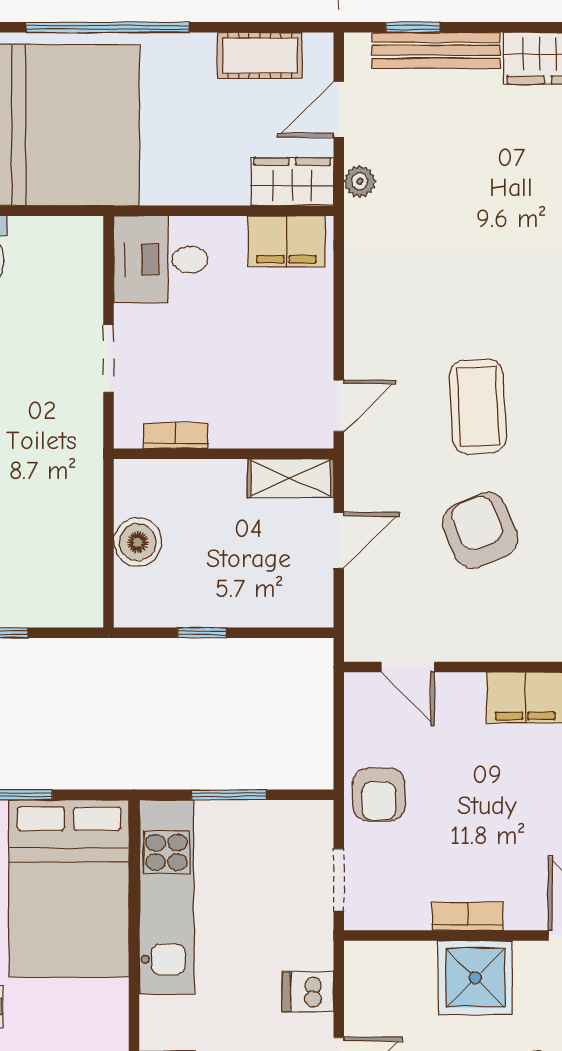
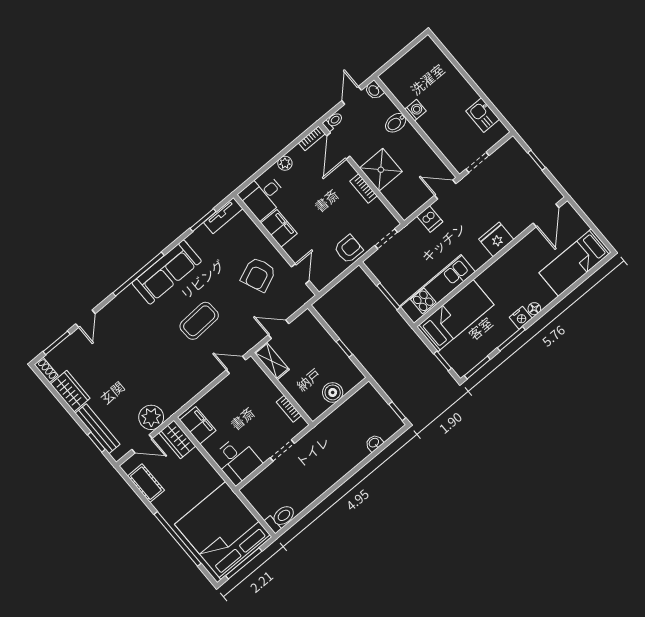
plant: (360, 181) -> (151, 417), width x1.88, depth x1.88
armchair: (480, 530) -> (258, 275), moved
bed: (69, 889) -> (455, 316), width x0.67

